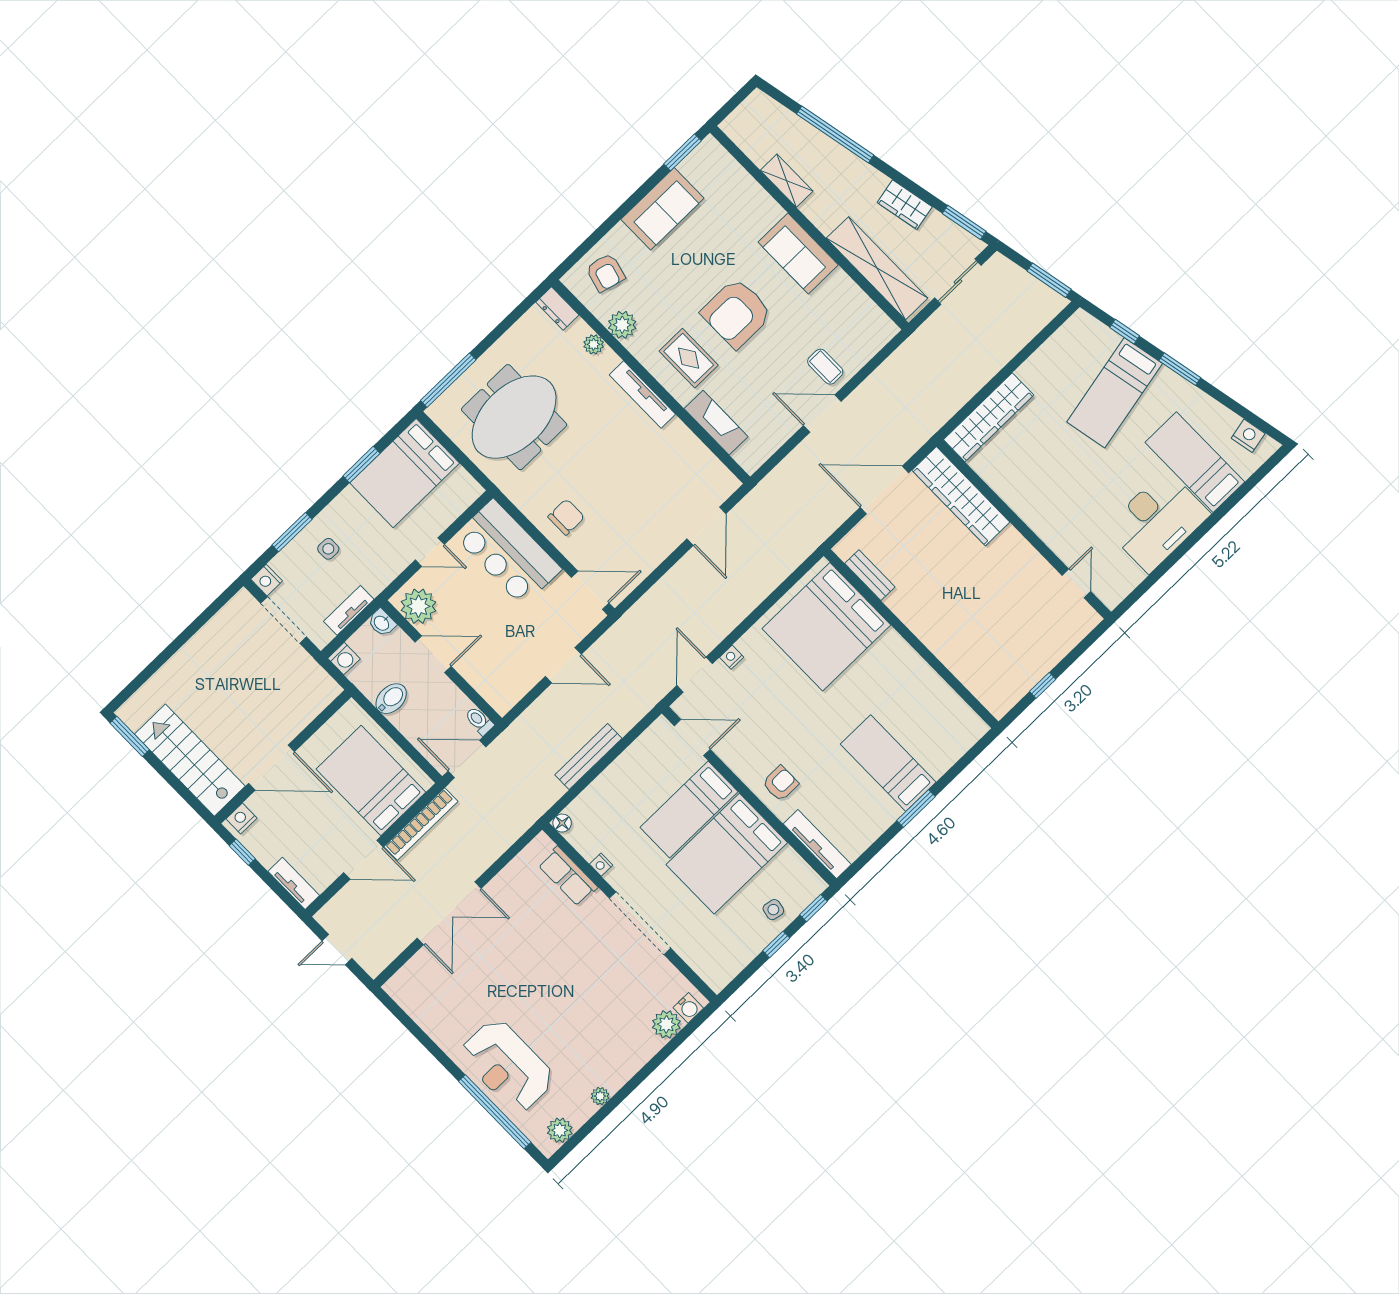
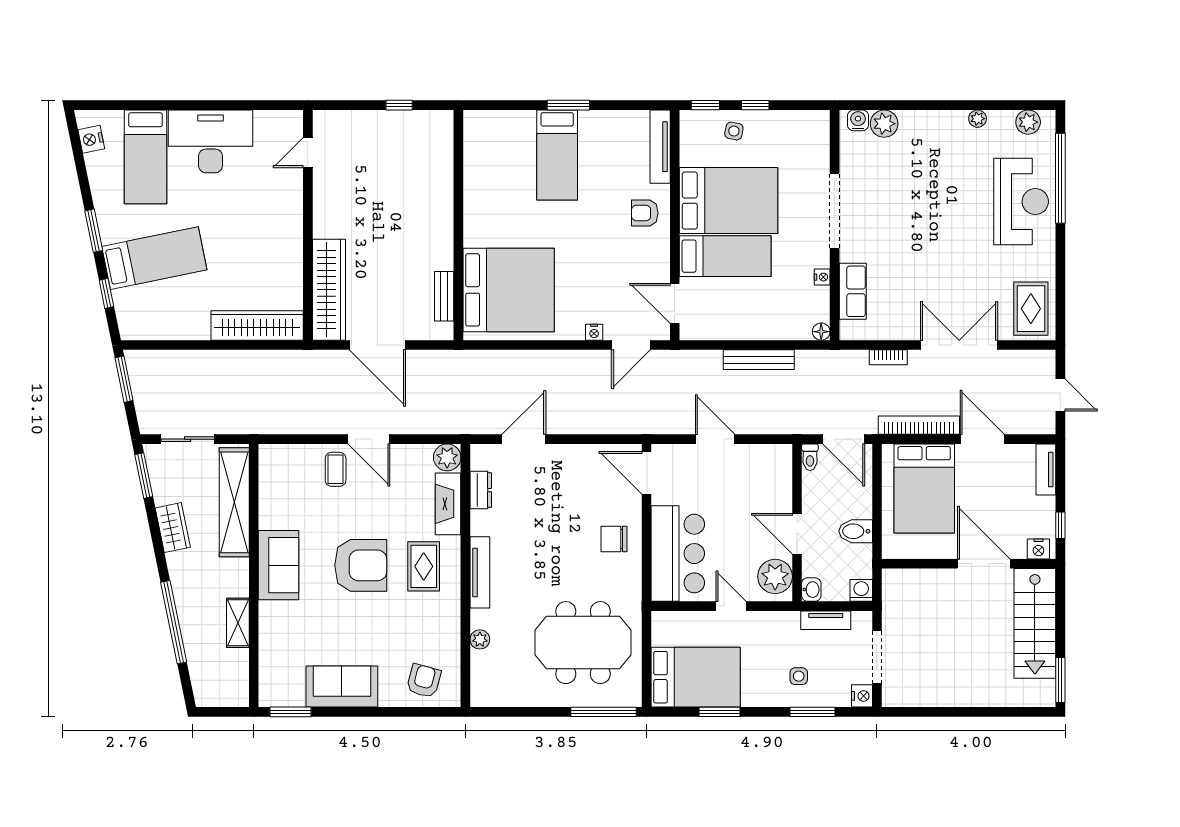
dresser: (557, 309) -> (481, 490), moved
plant: (622, 325) -> (447, 457), moved
bookcase: (493, 853) -> (888, 357), added
rug: (422, 993) -> (1031, 309), added

